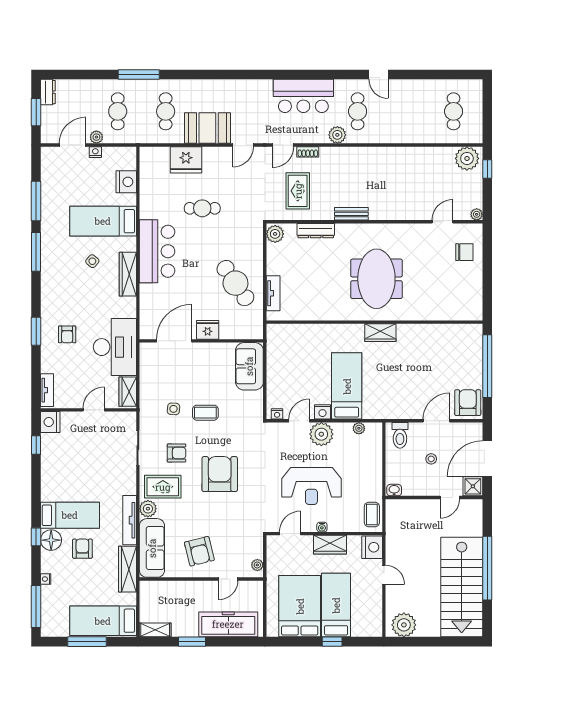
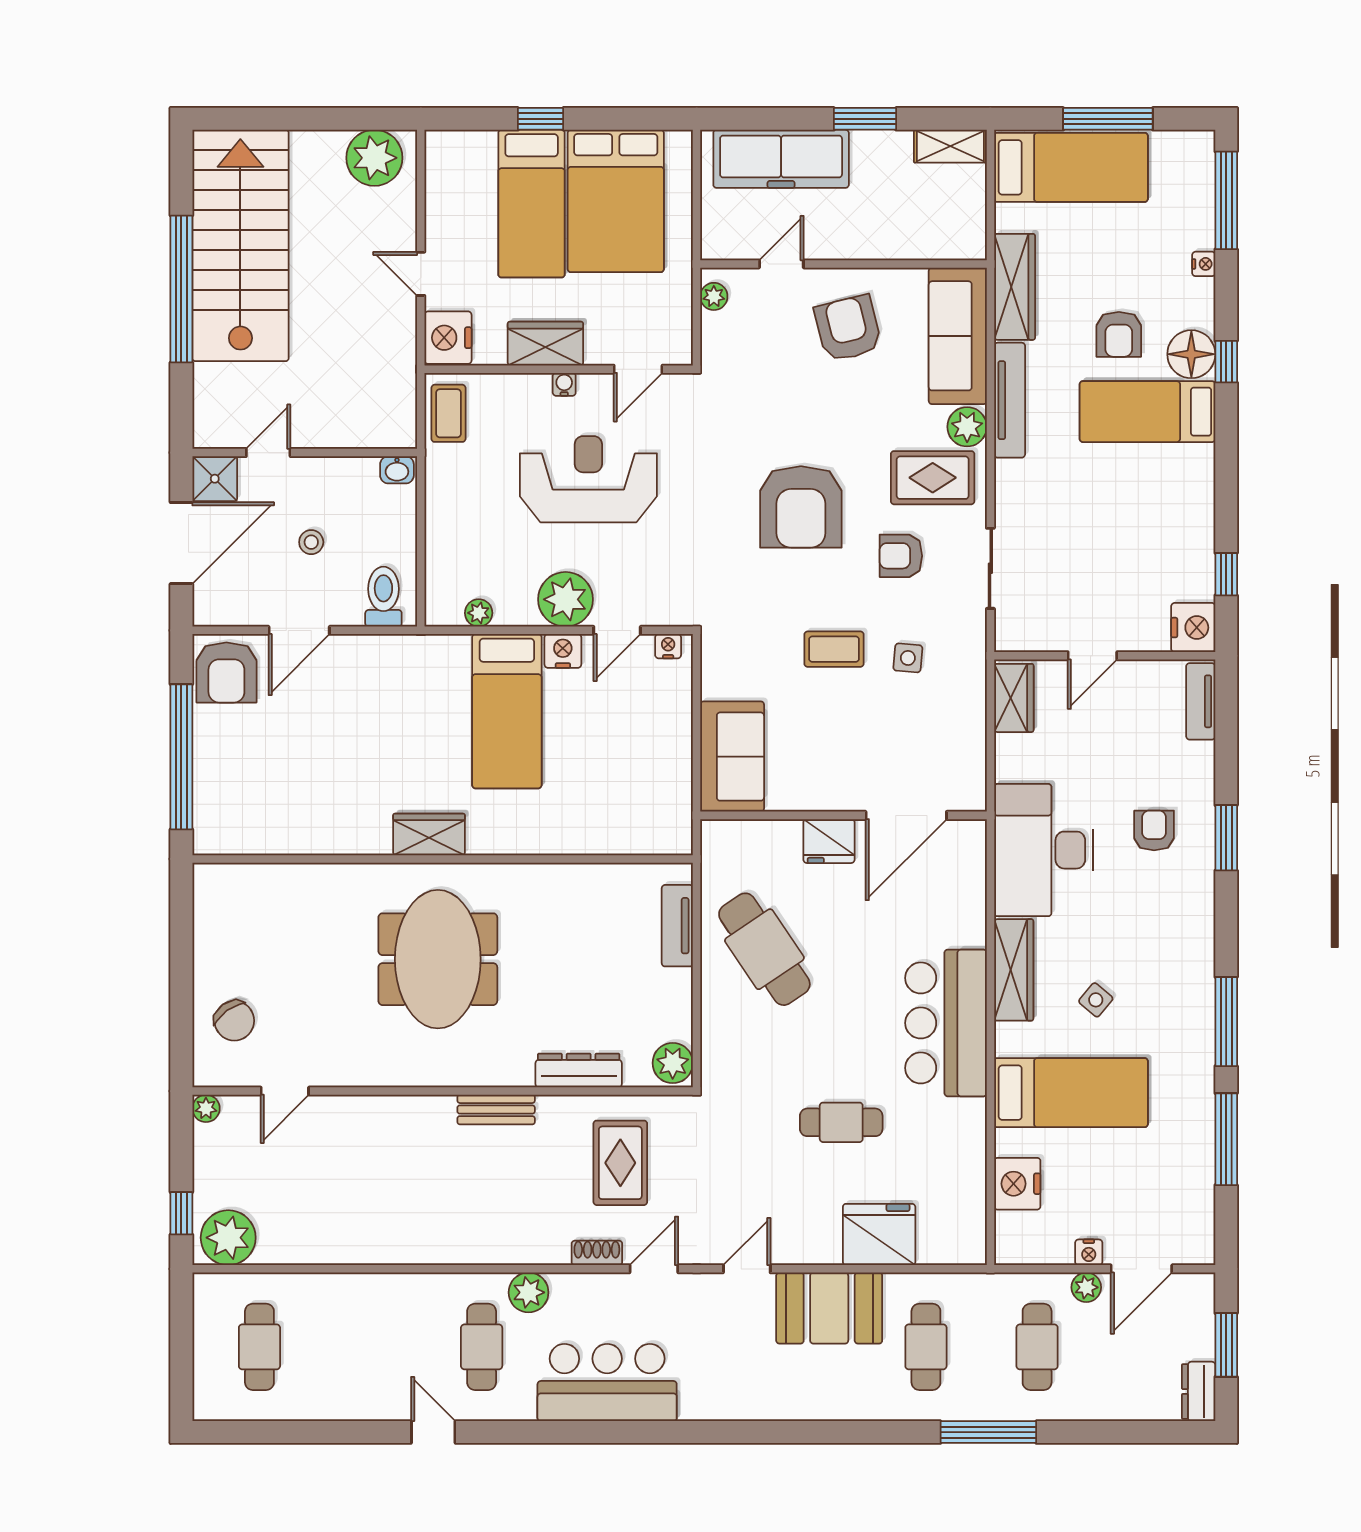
chair: (464, 252) -> (234, 1021), turned -126
desk: (115, 347) -> (1044, 850), moved

